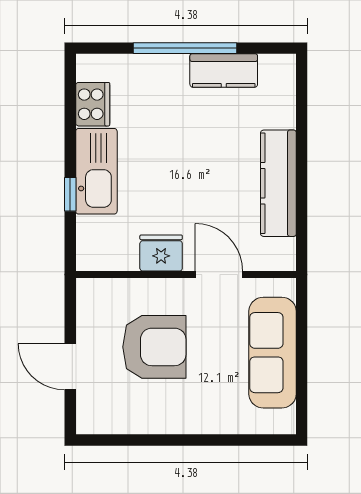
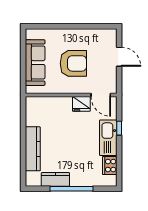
kitchen counter: (278, 183) -> (33, 149), moved
door: (219, 275) -> (101, 95), moved
armchair: (154, 347) -> (73, 63), moved, turned 180

